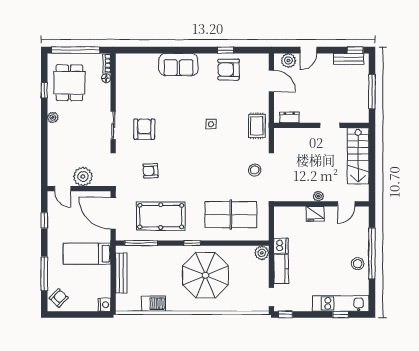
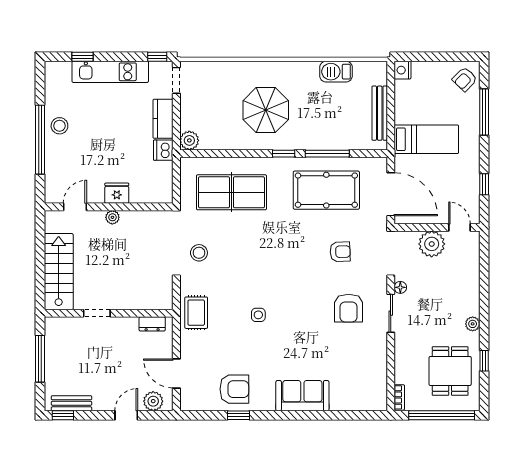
floor lamp: (106, 78) -> (400, 287), moved
window: (141, 243) -> (327, 154), moved
parasol: (205, 275) -> (266, 110), width x0.73, depth x0.73
kitchen unit: (341, 303) -> (110, 72), moved

